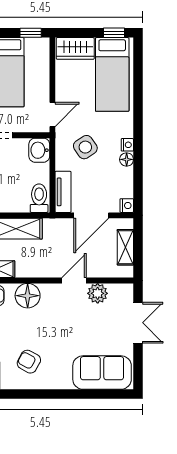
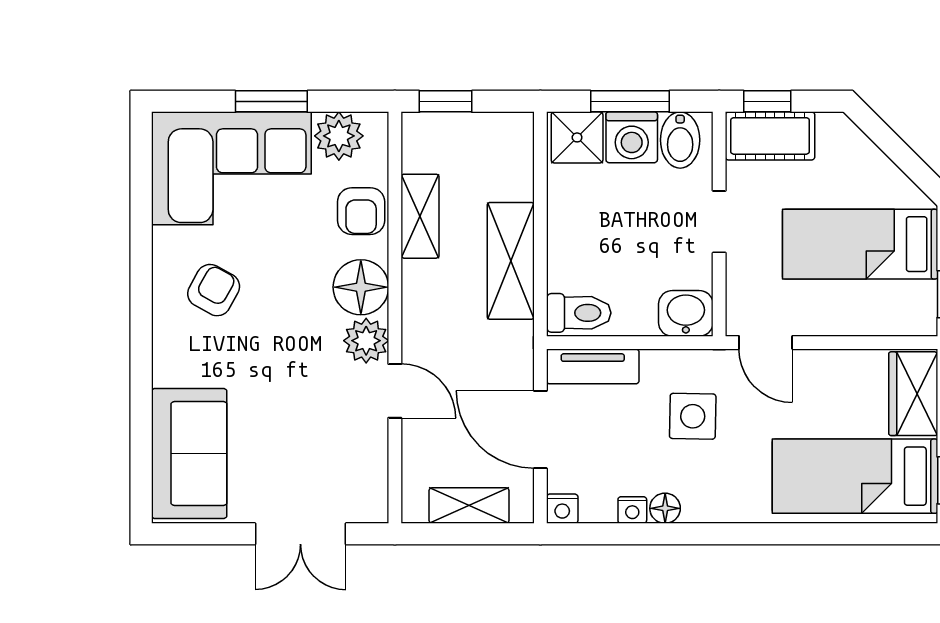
nightstand: (127, 145) -> (632, 510), moved
side table: (85, 147) -> (693, 416), turned 35
plant: (98, 293) -> (366, 341), moved

